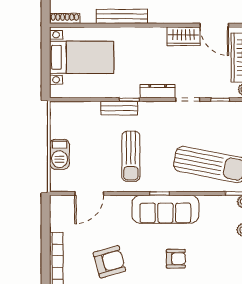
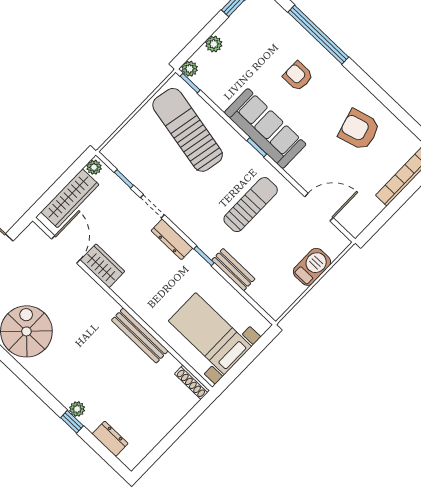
bench: (119, 108) -> (233, 270), moved

